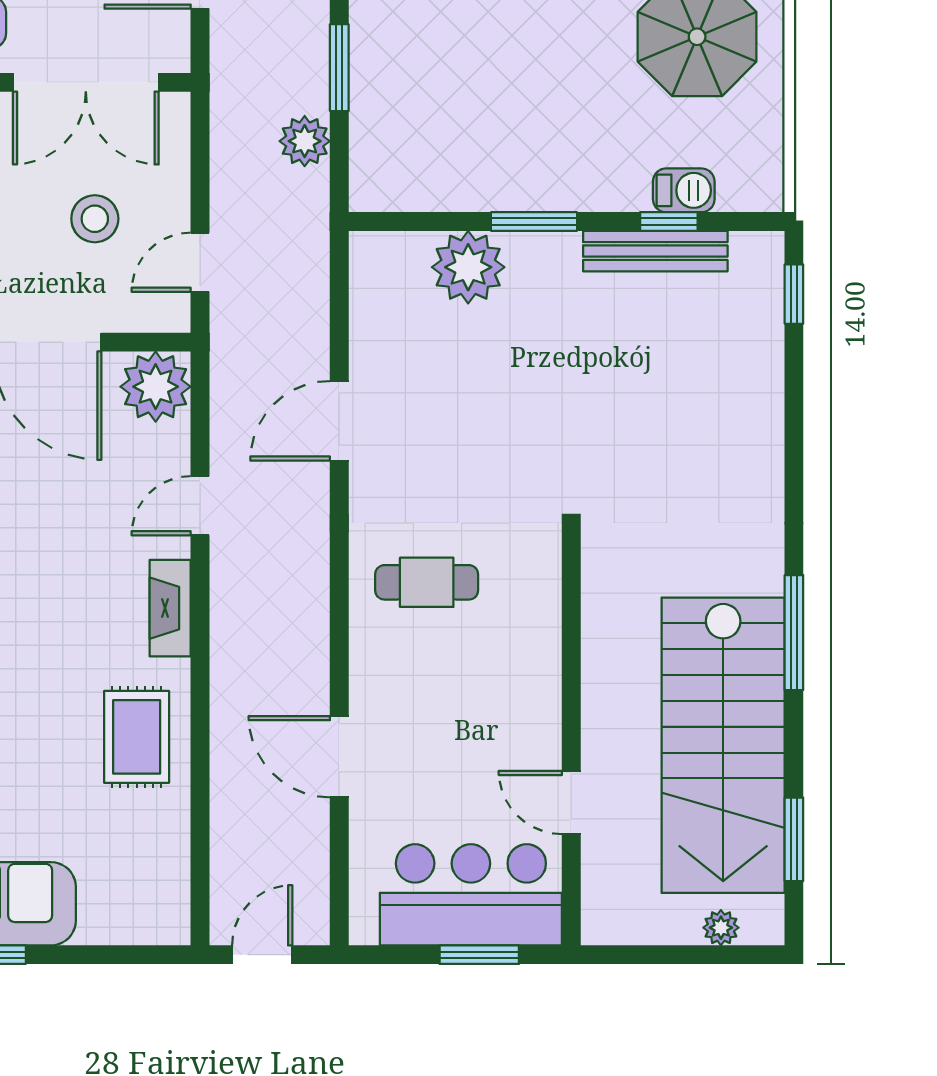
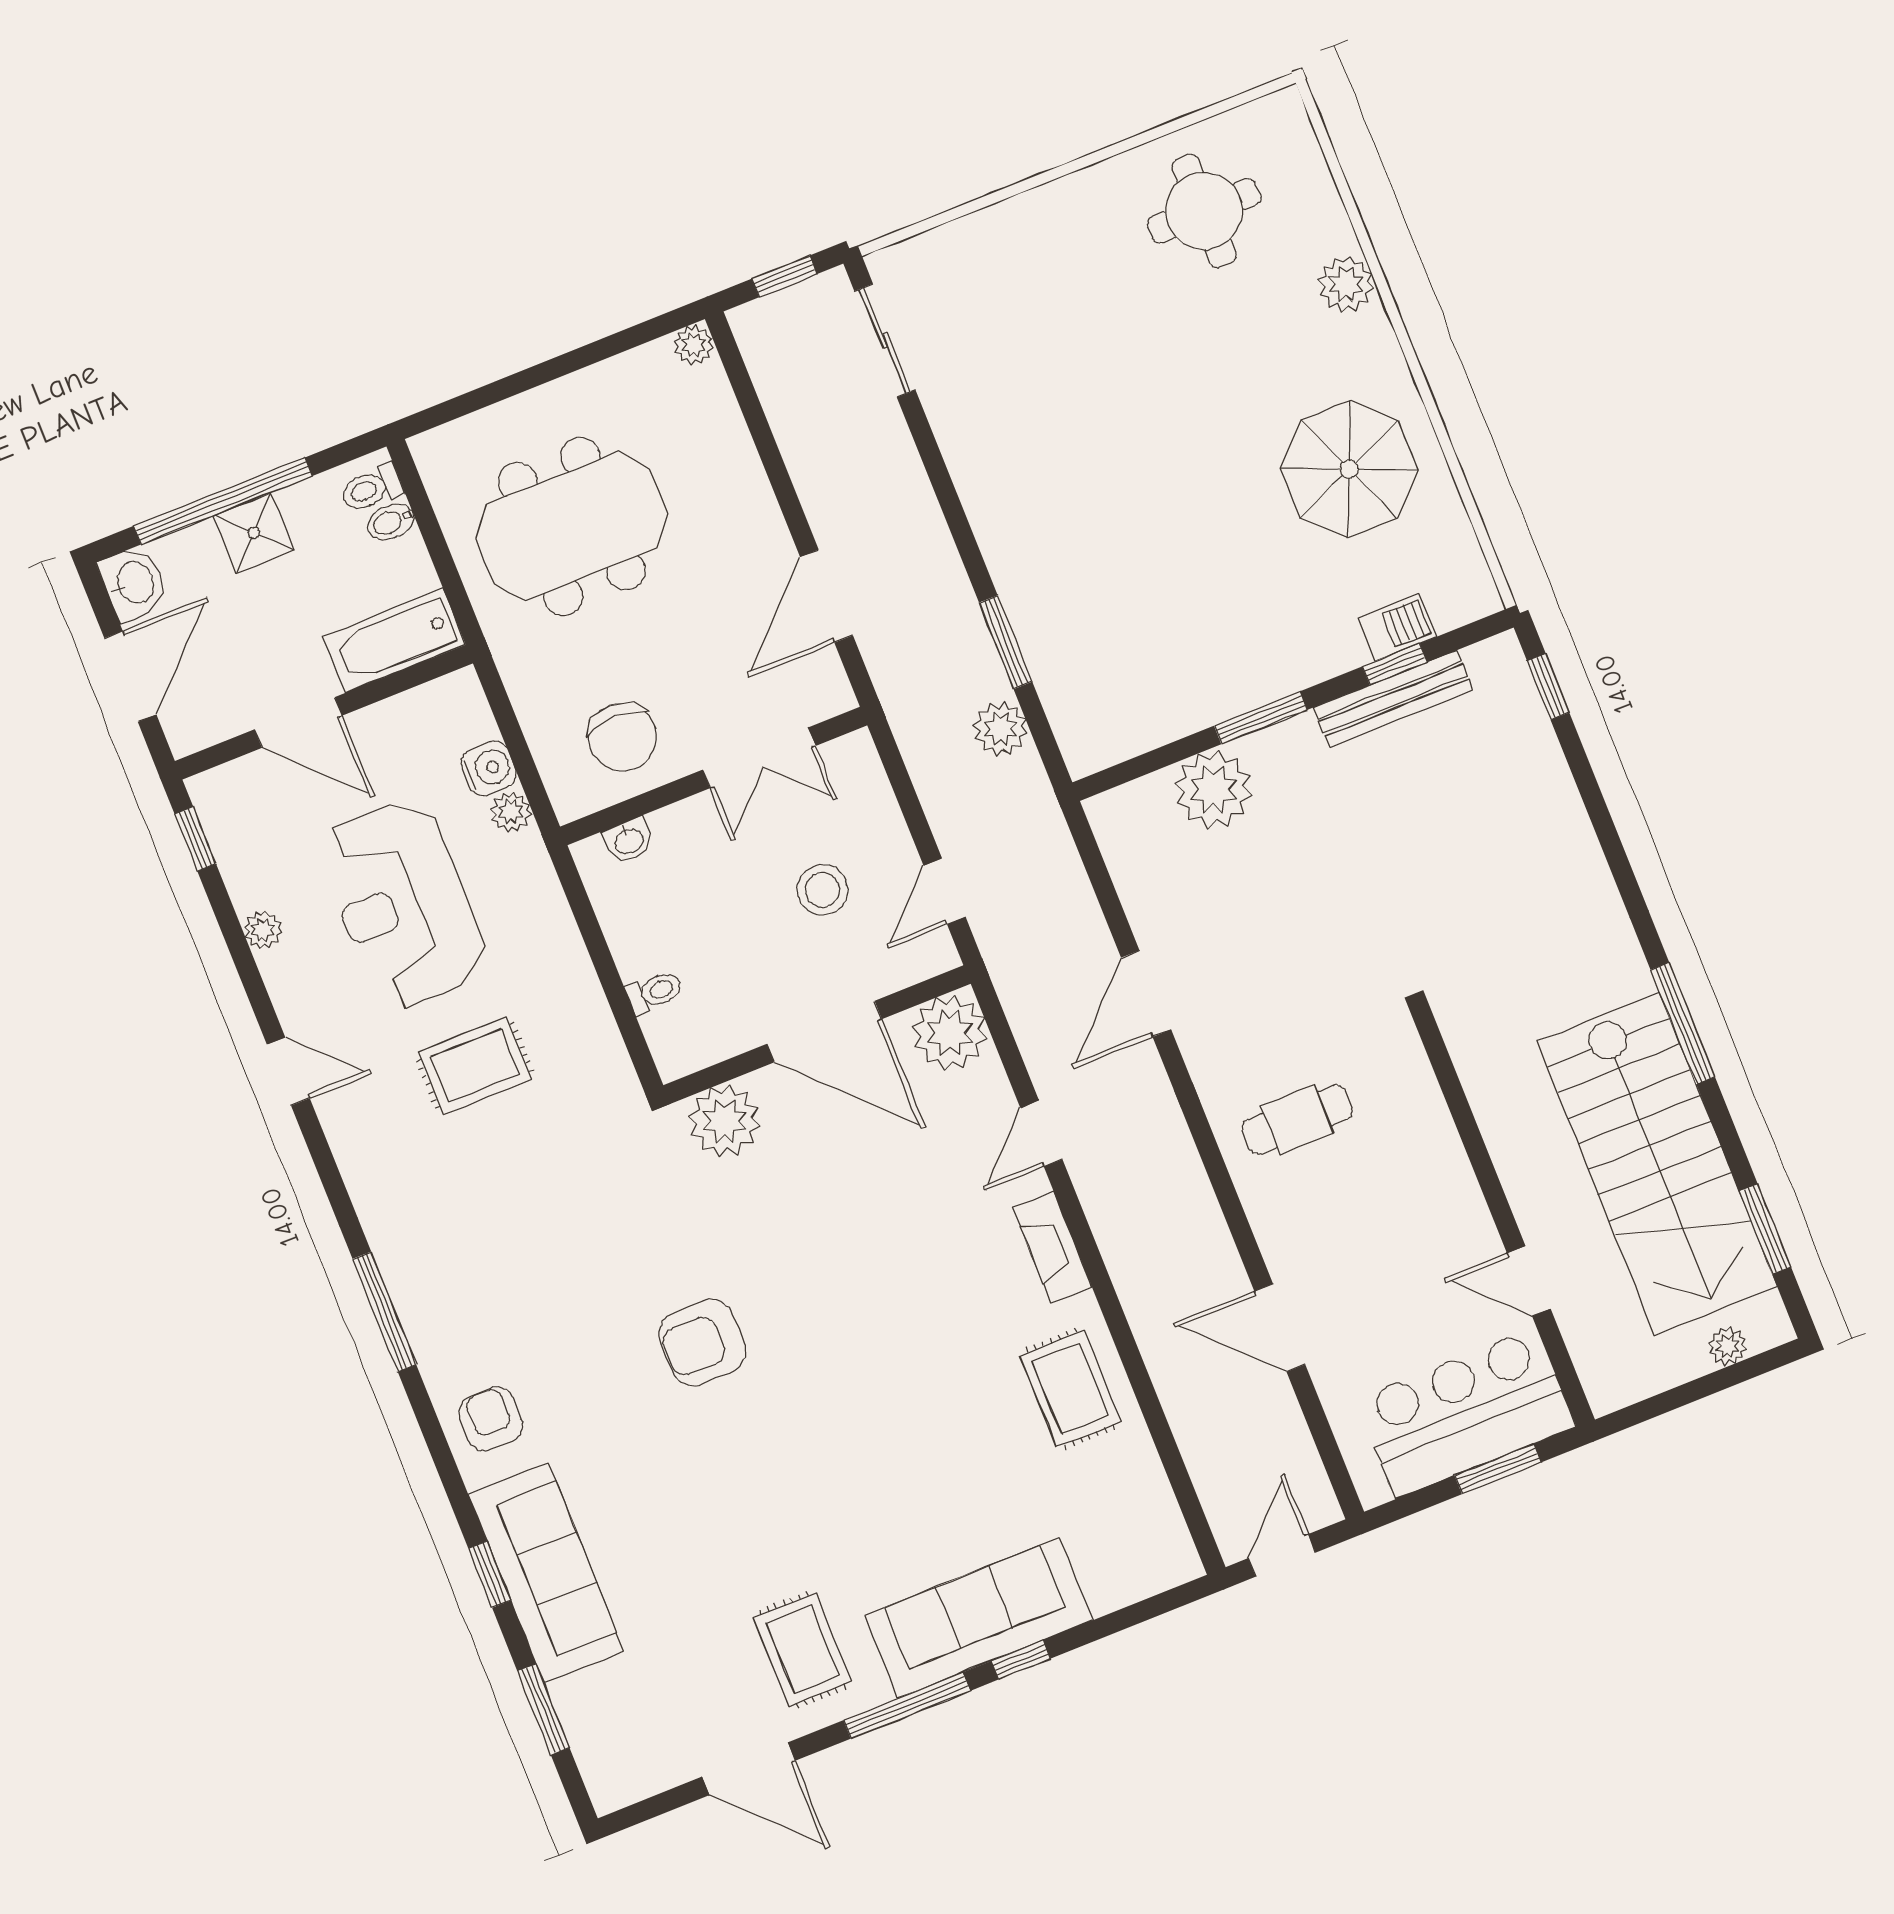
double door: (86, 82) -> (759, 758), width x0.73

